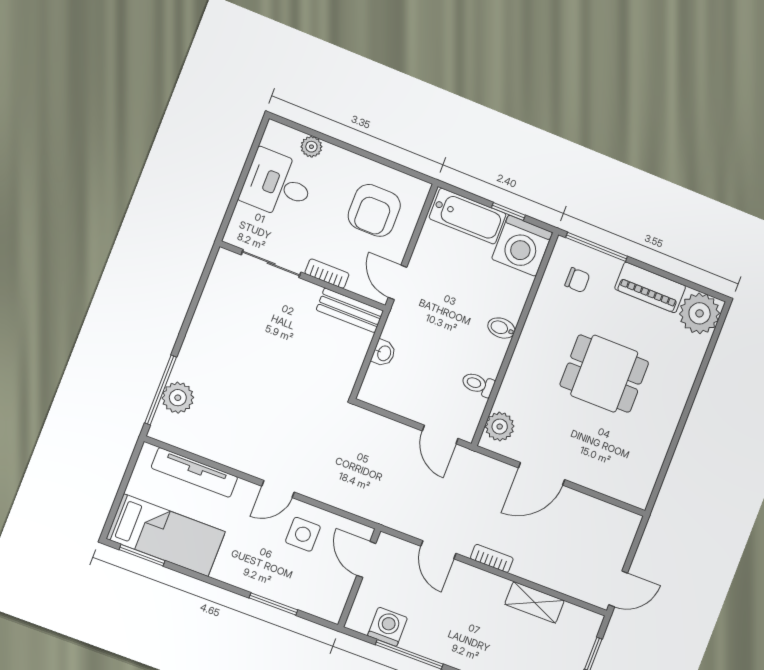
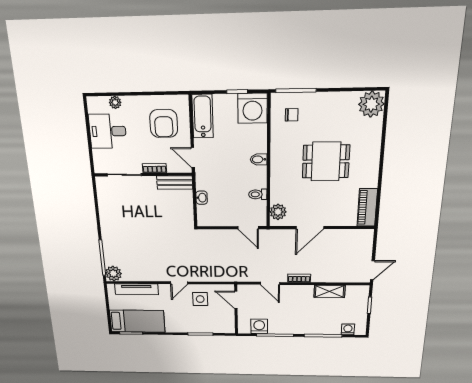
bathtub: (468, 216) -> (203, 116), moved, turned -90
piano: (650, 287) -> (367, 207), moved, turned 90
plant: (178, 398) -> (113, 273), moved

